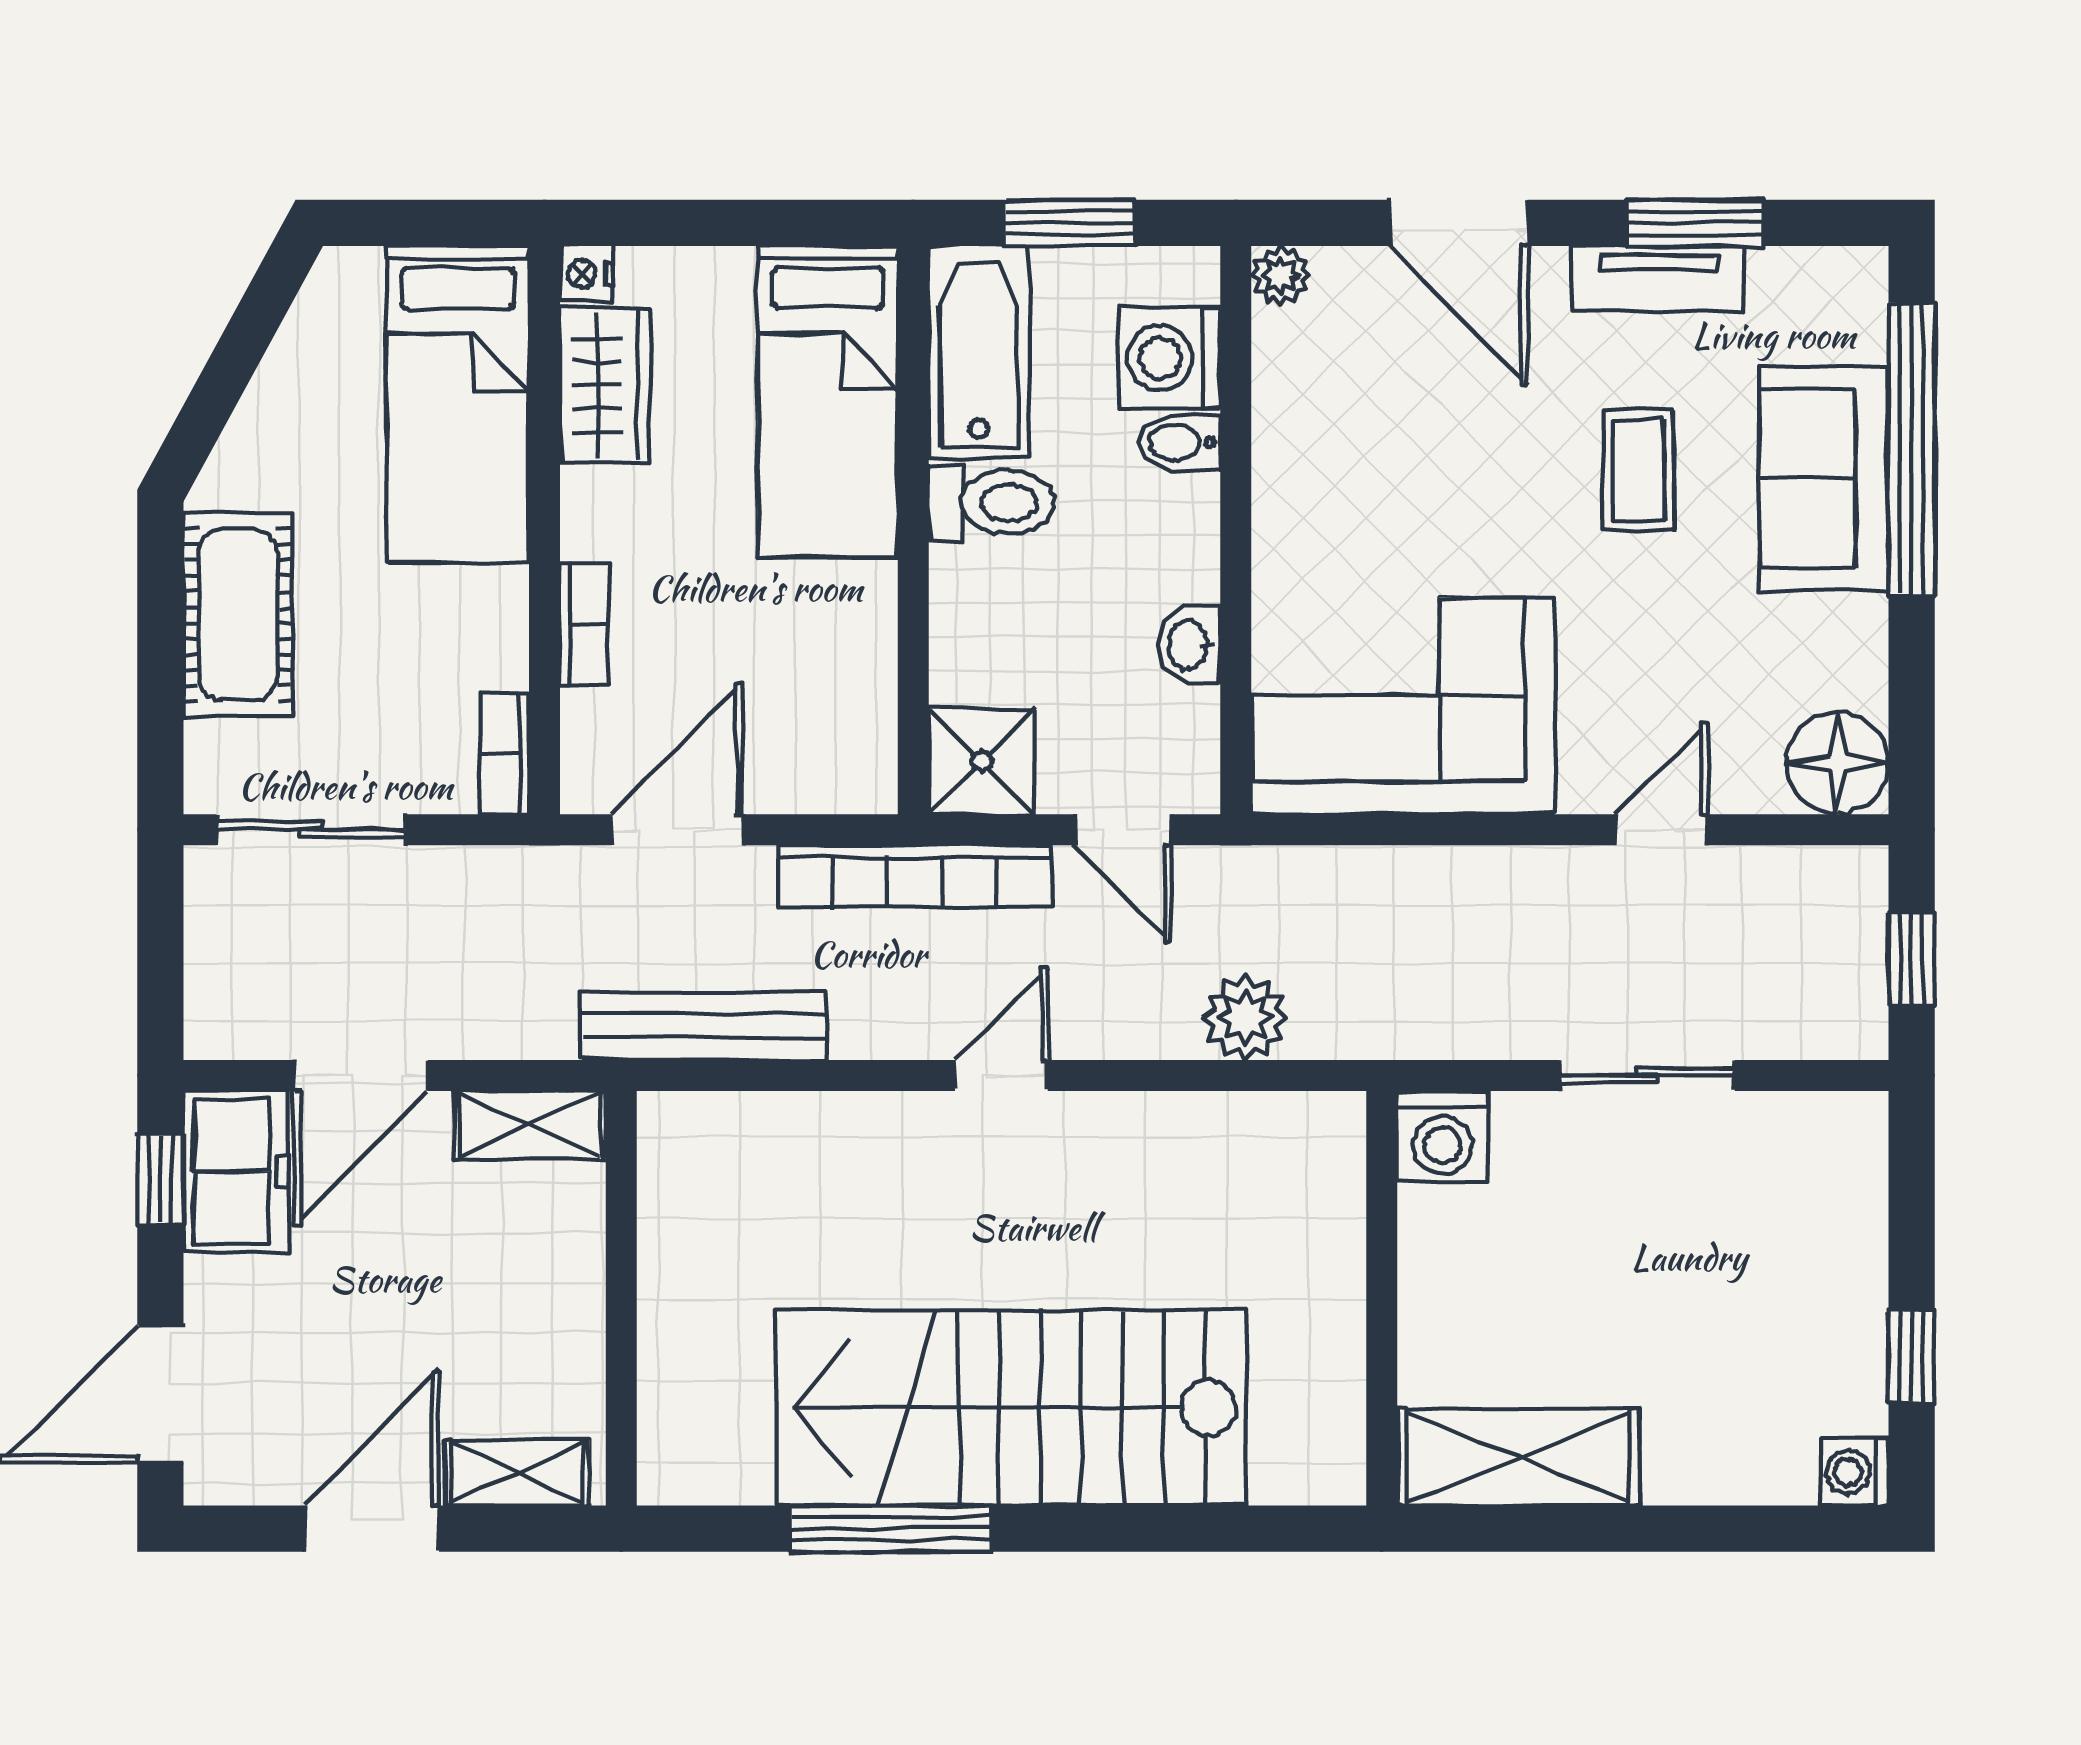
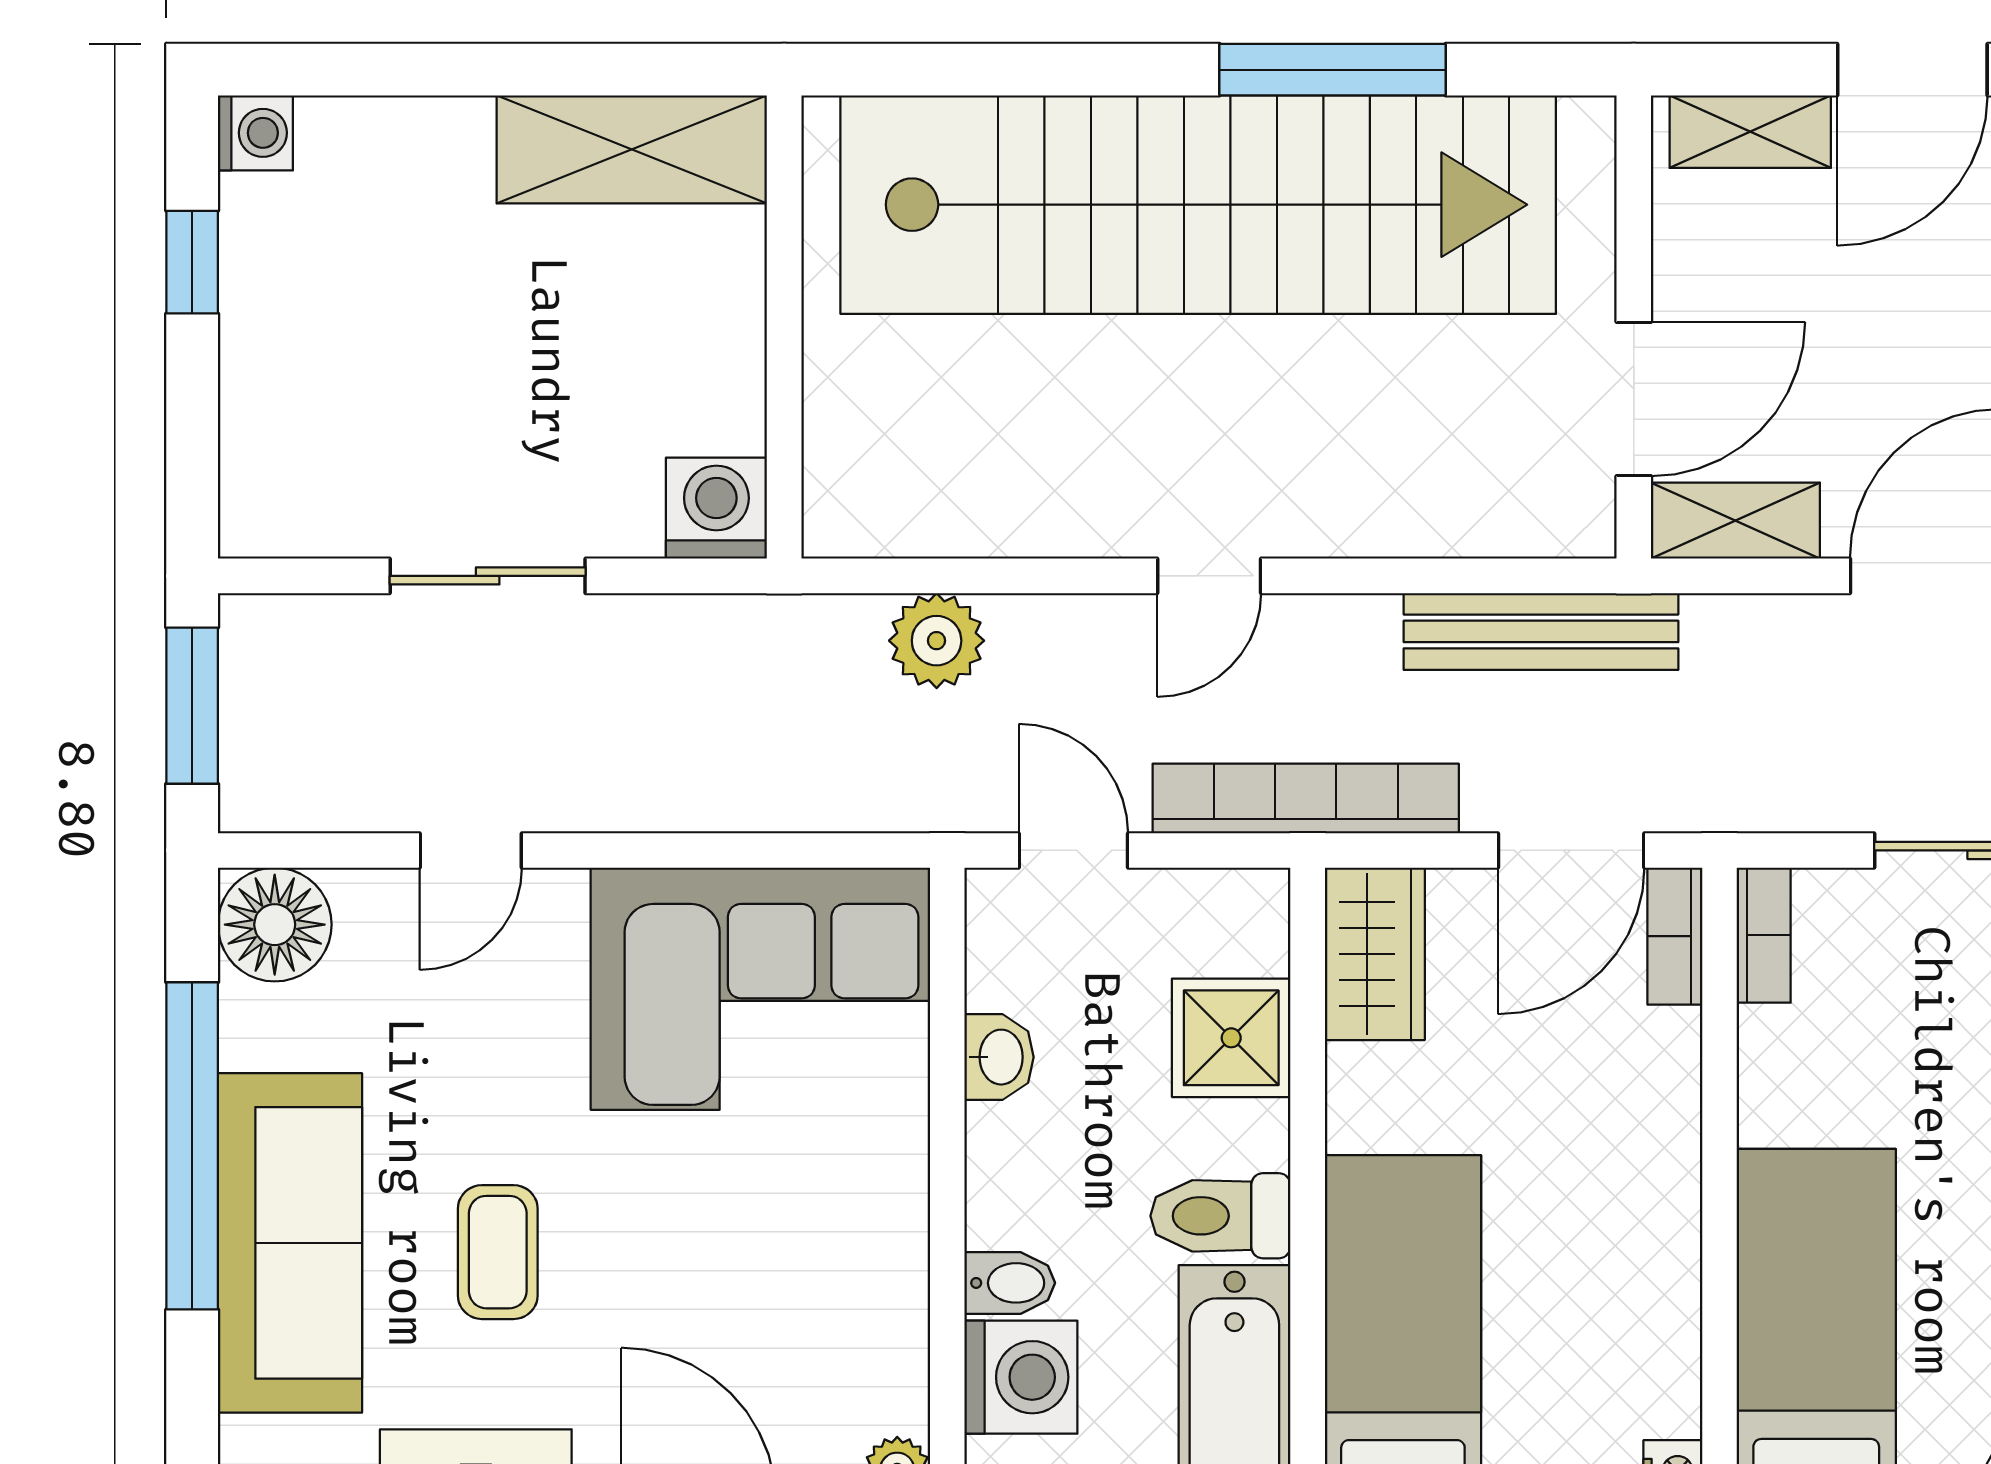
wardrobe: (605, 385) -> (1375, 954), moved, turned 180
window: (1912, 449) -> (192, 1146), moved
sofa: (1824, 478) -> (290, 1243), width x1.36
bookcase: (584, 625) -> (1675, 936), moved
shower: (982, 761) -> (1231, 1038), moved
window: (1912, 959) -> (192, 706), width x1.50
door: (621, 1234) -> (1634, 399), added
stairs: (1011, 1408) -> (1198, 205), width x1.36

